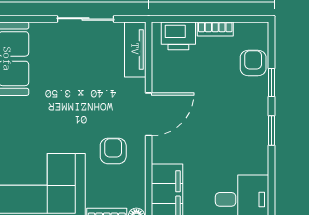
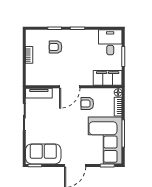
printer: (178, 36) -> (32, 73), removed
armchair: (253, 63) -> (56, 47), moved
door: (149, 114) -> (70, 87), swing flipped

